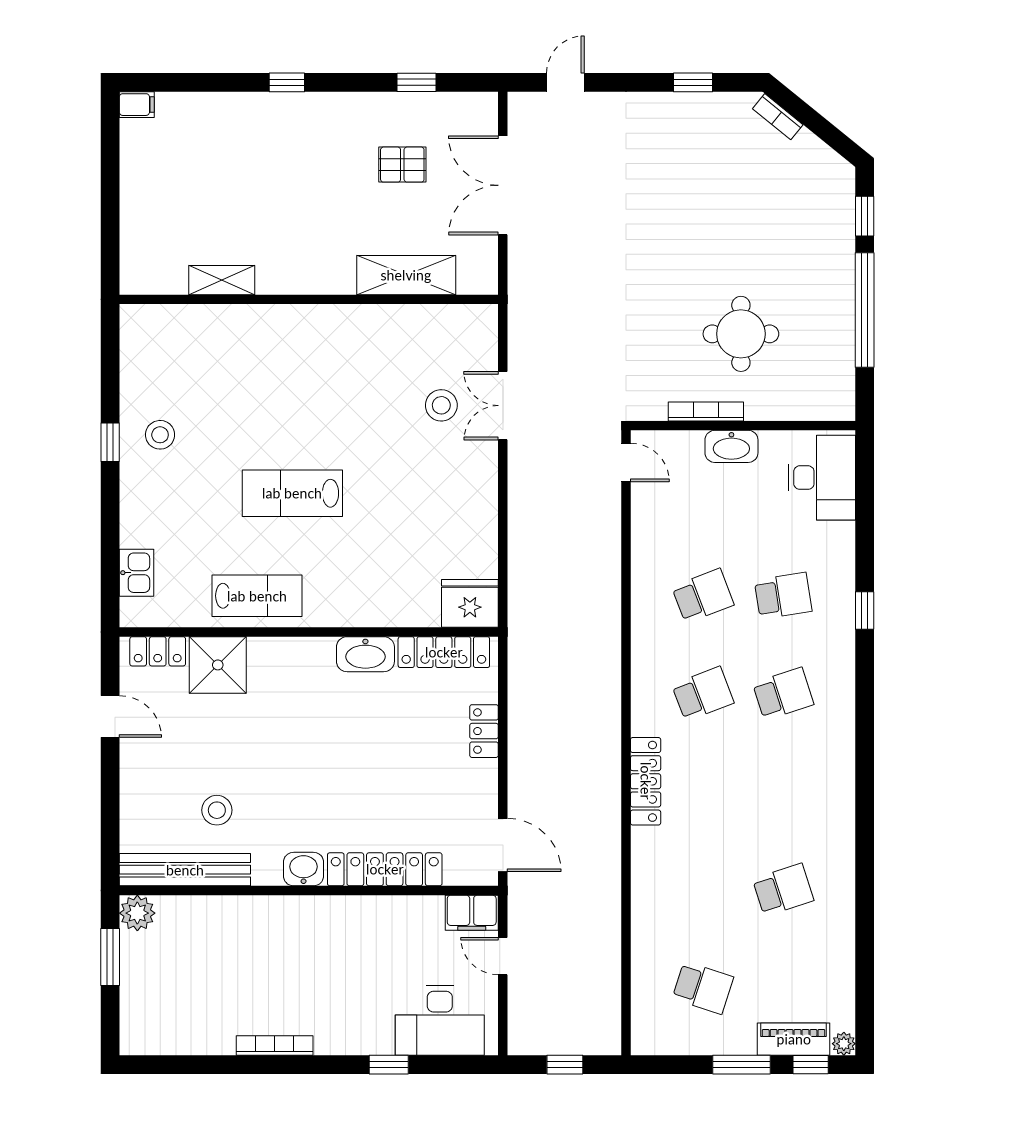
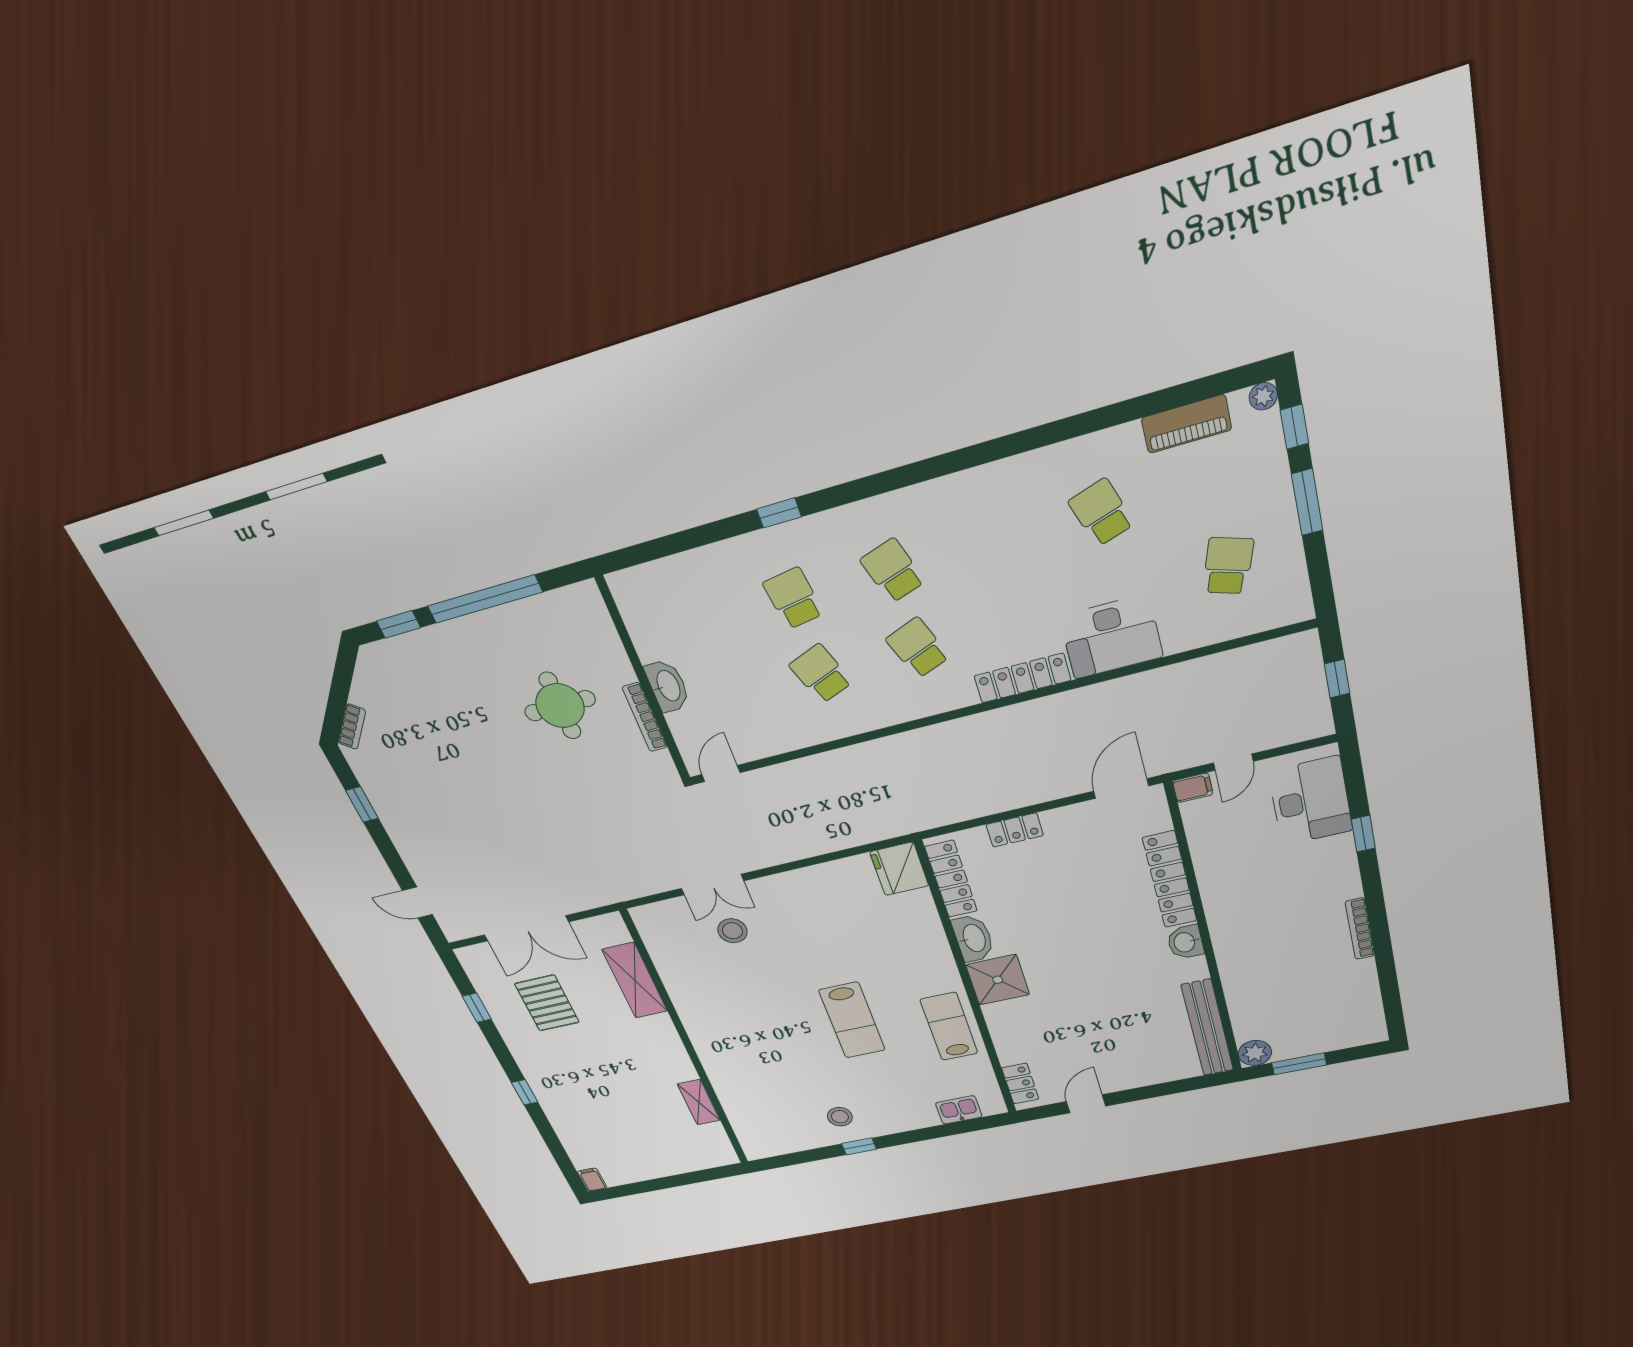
pallet: (402, 165) -> (547, 1003), width x1.50, depth x1.42
desk: (822, 478) -> (1111, 637), moved, turned 180
shower: (218, 665) -> (998, 980), moved
stool: (217, 810) -> (1147, 1016), removed
filing cabinet: (472, 913) -> (1193, 788), width x0.50
piano: (794, 1039) -> (1186, 424), moved, turned -90

